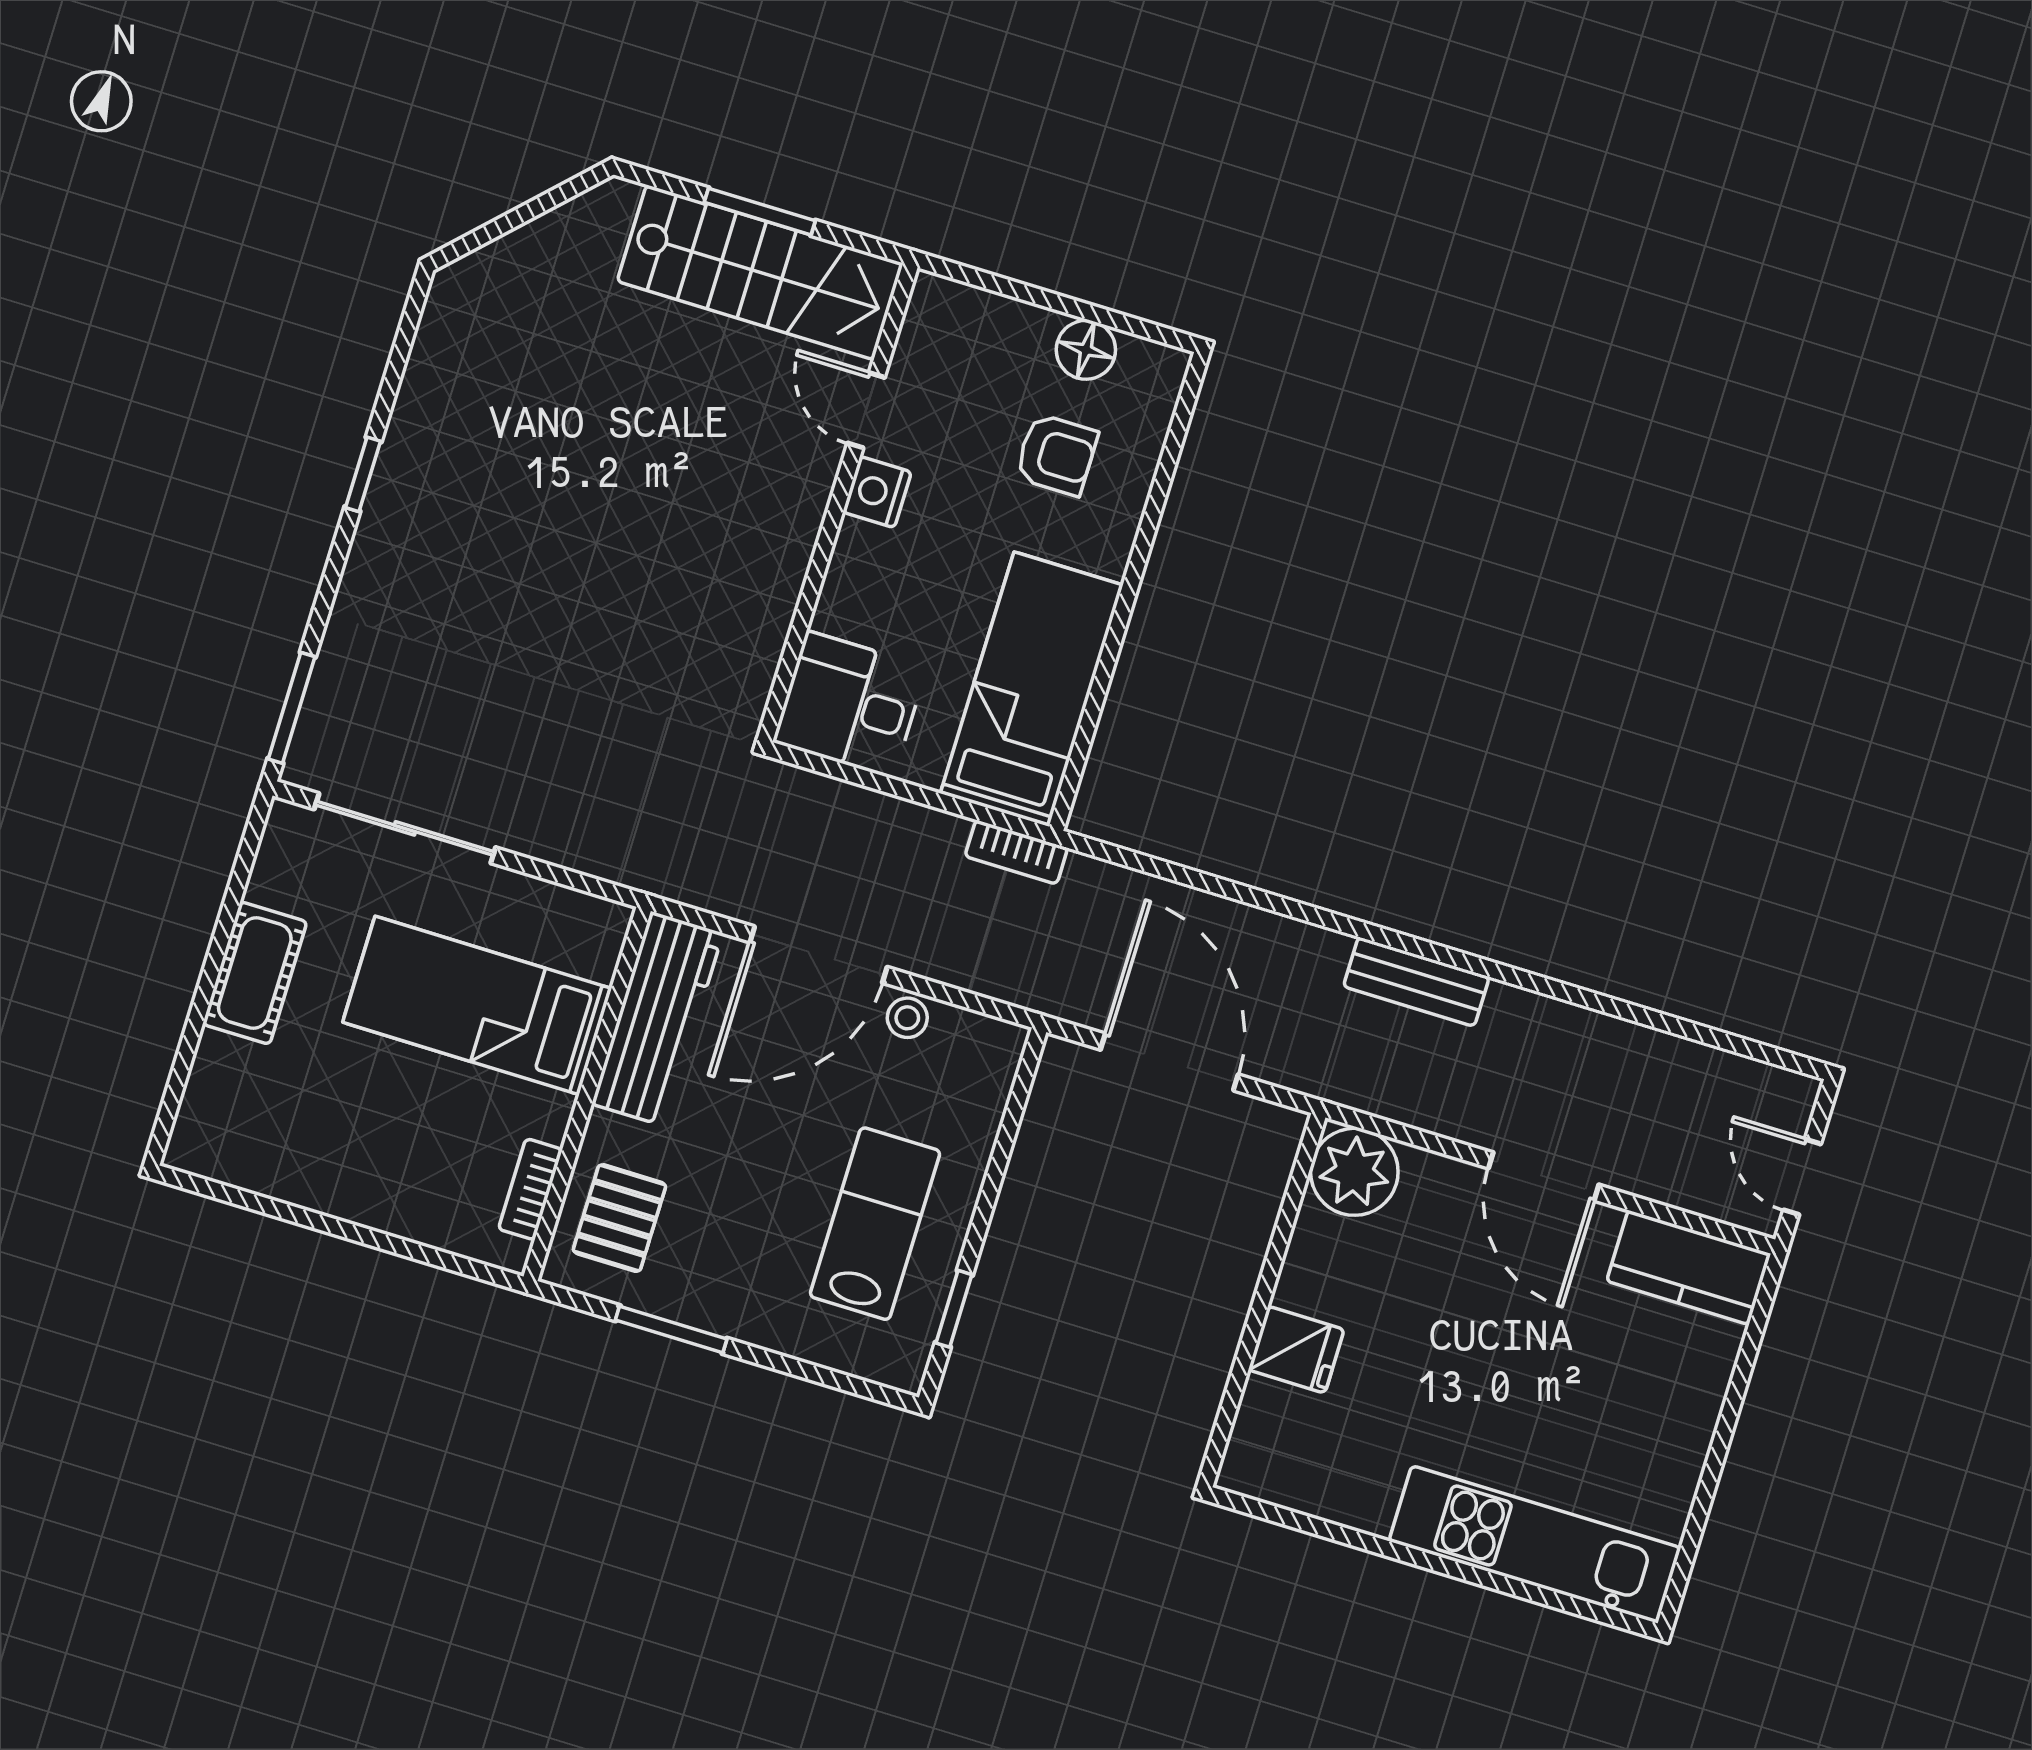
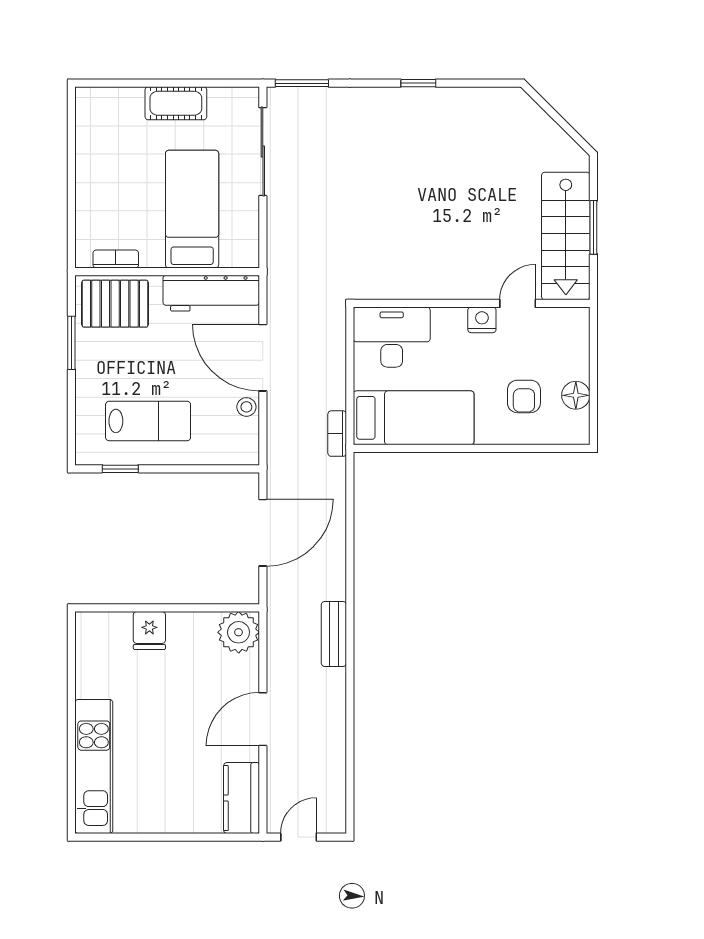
desk: (850, 704) -> (392, 337), width x1.37
pallet: (619, 1218) -> (115, 304), width x1.50, depth x1.42

